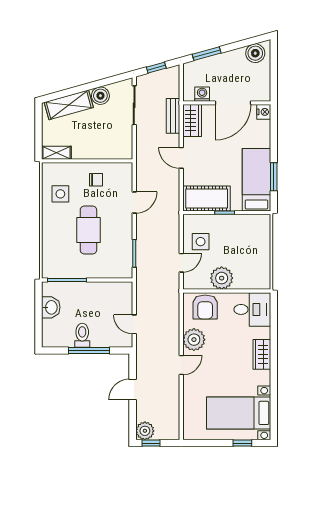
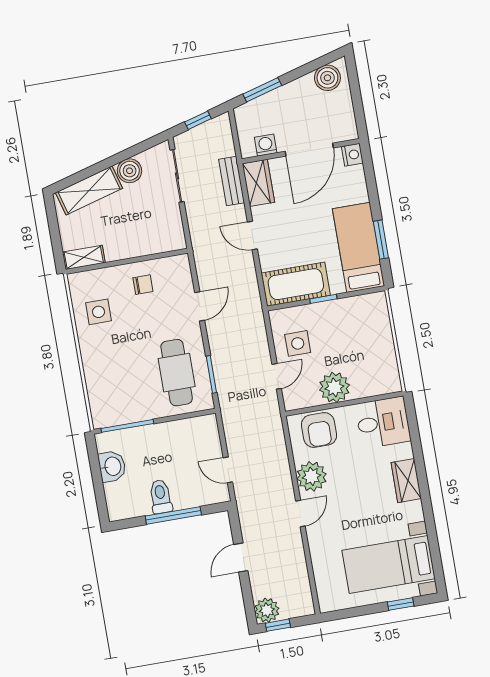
cafe table: (88, 230) -> (177, 373), moved

